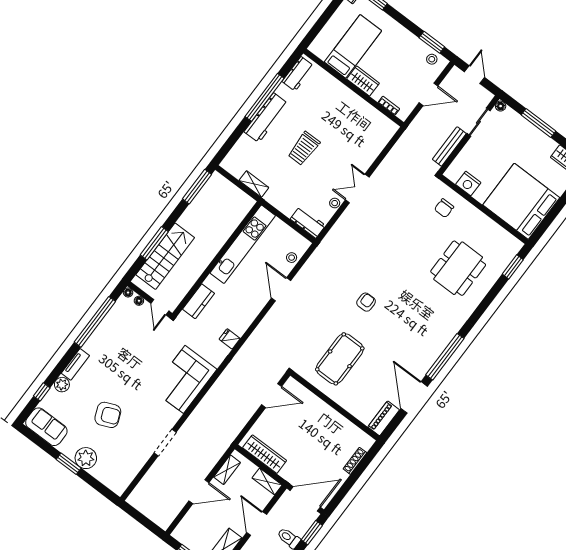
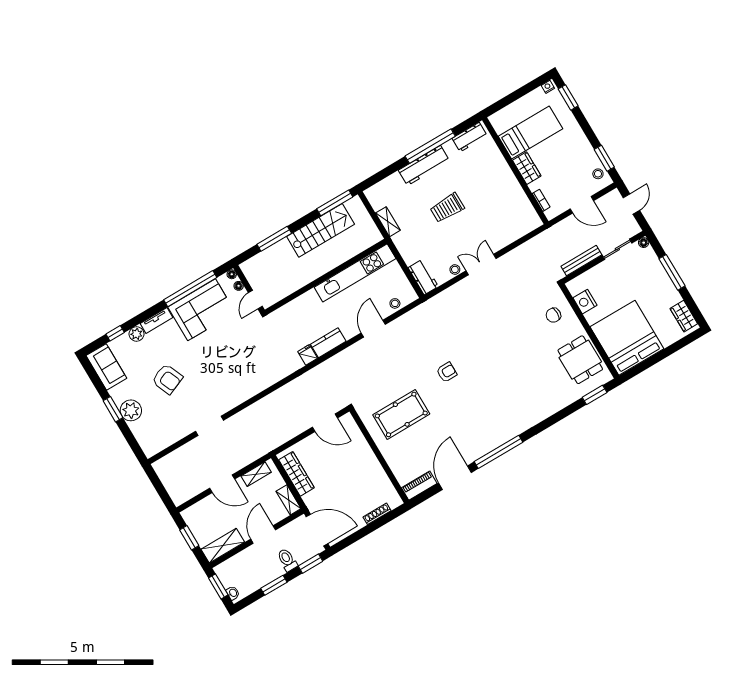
stairs: (165, 256) -> (321, 230), moved
dining table: (458, 268) -> (580, 360), moved, width x0.73
kitchen counter: (199, 301) -> (328, 343), moved, turned 180
corner sofa: (184, 379) -> (202, 310), moved, turned 180

